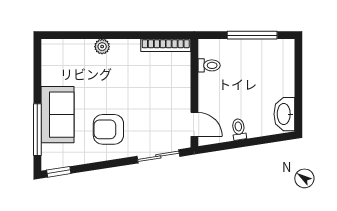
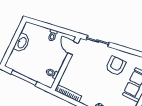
washbasin: (284, 114) -> (22, 43), moved
armchair: (108, 129) -> (116, 66), turned -90

